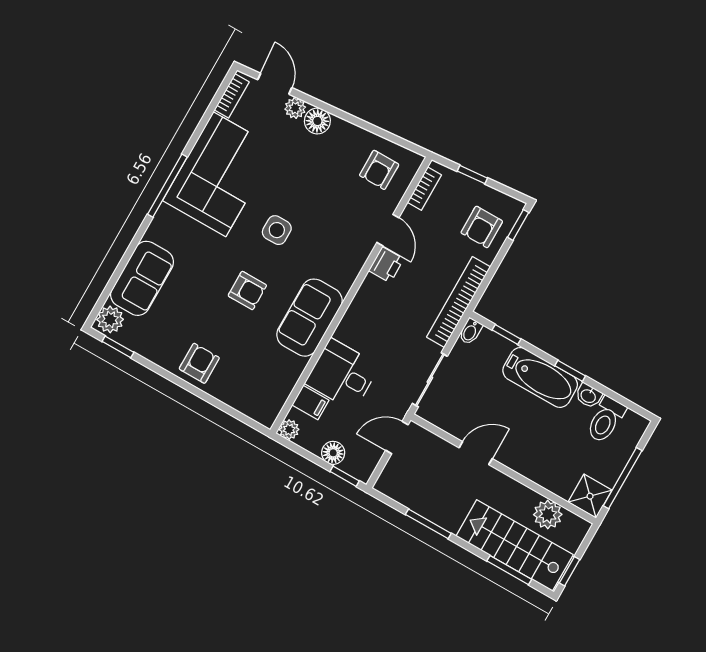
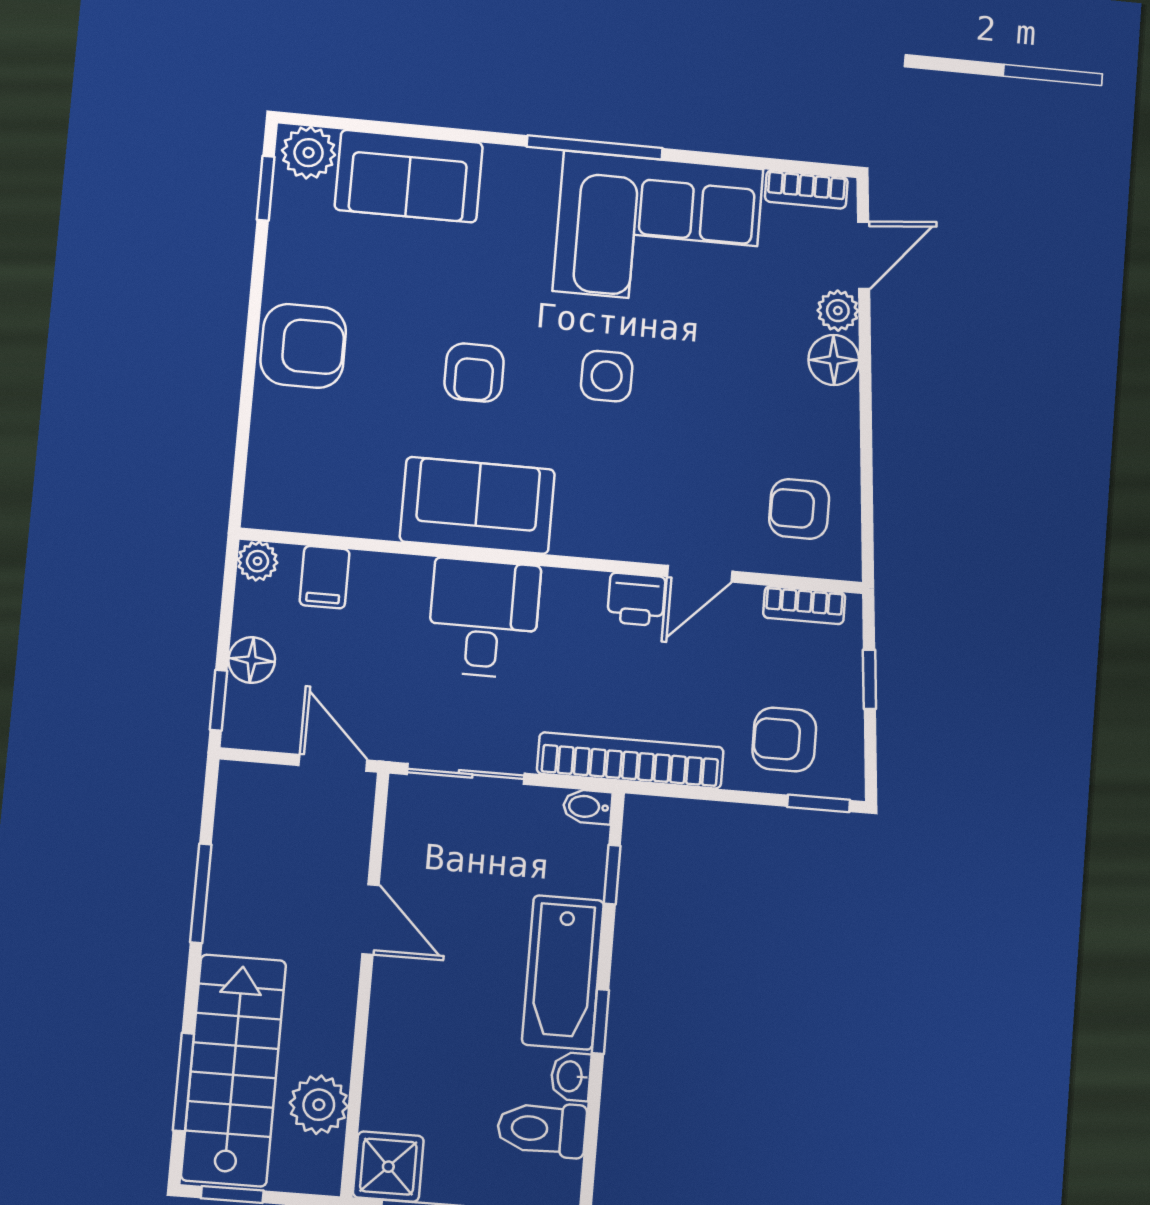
armchair: (199, 363) -> (303, 346), width x1.38, depth x1.38
desk: (342, 374) -> (484, 618), moved

